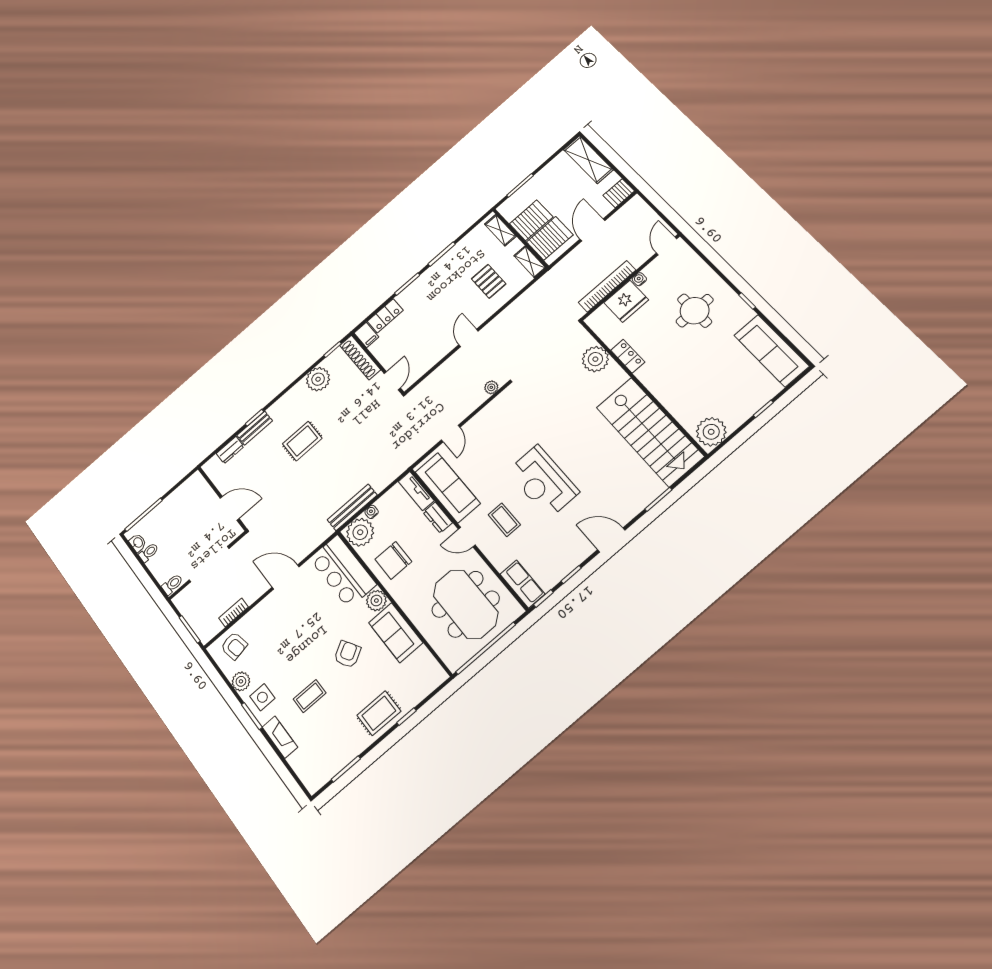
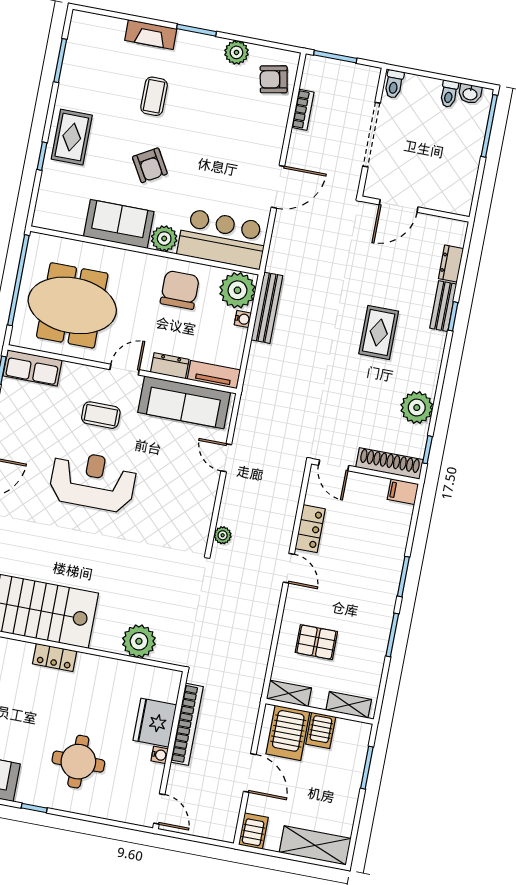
server rack: (531, 220) -> (321, 730), width x0.73, depth x0.70
locker: (385, 316) -> (310, 529), moved, turned 180
locker: (628, 356) -> (55, 657), moved
side table: (262, 697) -> (201, 56), removed

